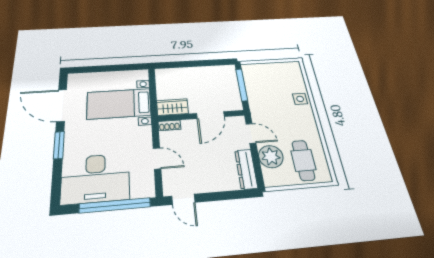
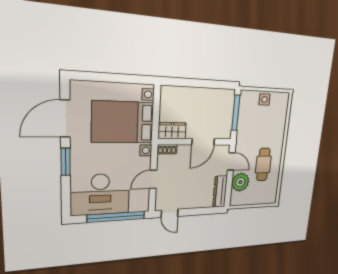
side table: (300, 99) -> (264, 99), moved
bed with nightstands: (119, 104) -> (123, 122), width x1.36
door: (62, 105) -> (65, 119), hinge flipped
door: (157, 158) -> (153, 179), swing flipped
cafe table: (303, 160) -> (263, 165), moved

